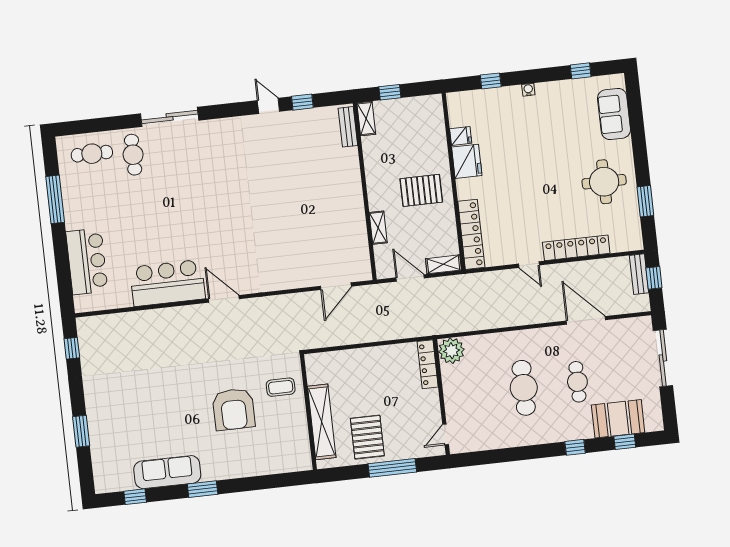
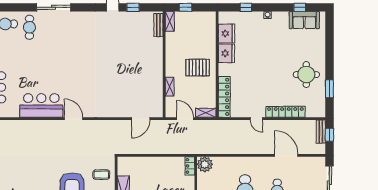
sofa: (614, 114) -> (304, 20), moved, turned -90
fridge: (461, 136) -> (227, 34), width x1.88, depth x1.34
locker: (428, 364) -> (190, 166), width x0.66

